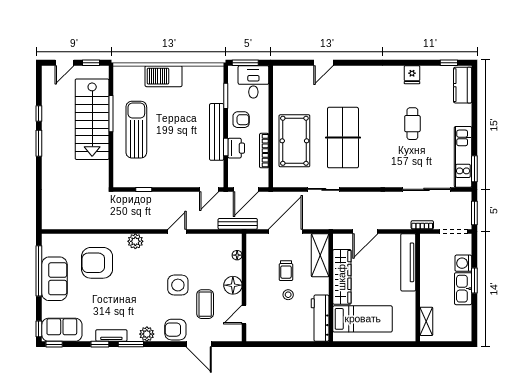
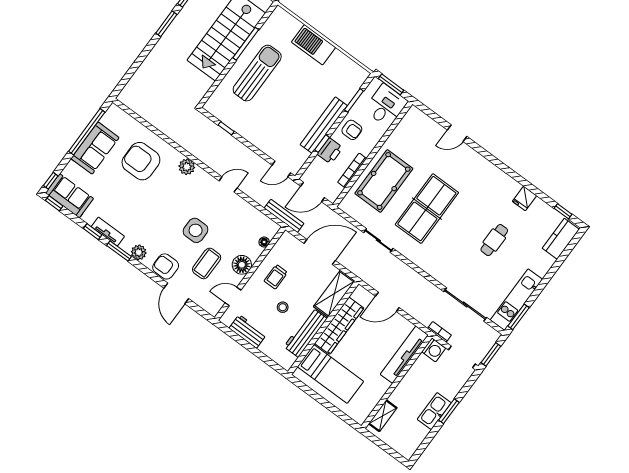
washing machine: (463, 263) -> (434, 350), moved, turned 180
trolley: (286, 271) -> (276, 277), moved
workbench: (320, 318) -> (305, 333), moved
workbench: (275, 333) -> (248, 331), added

